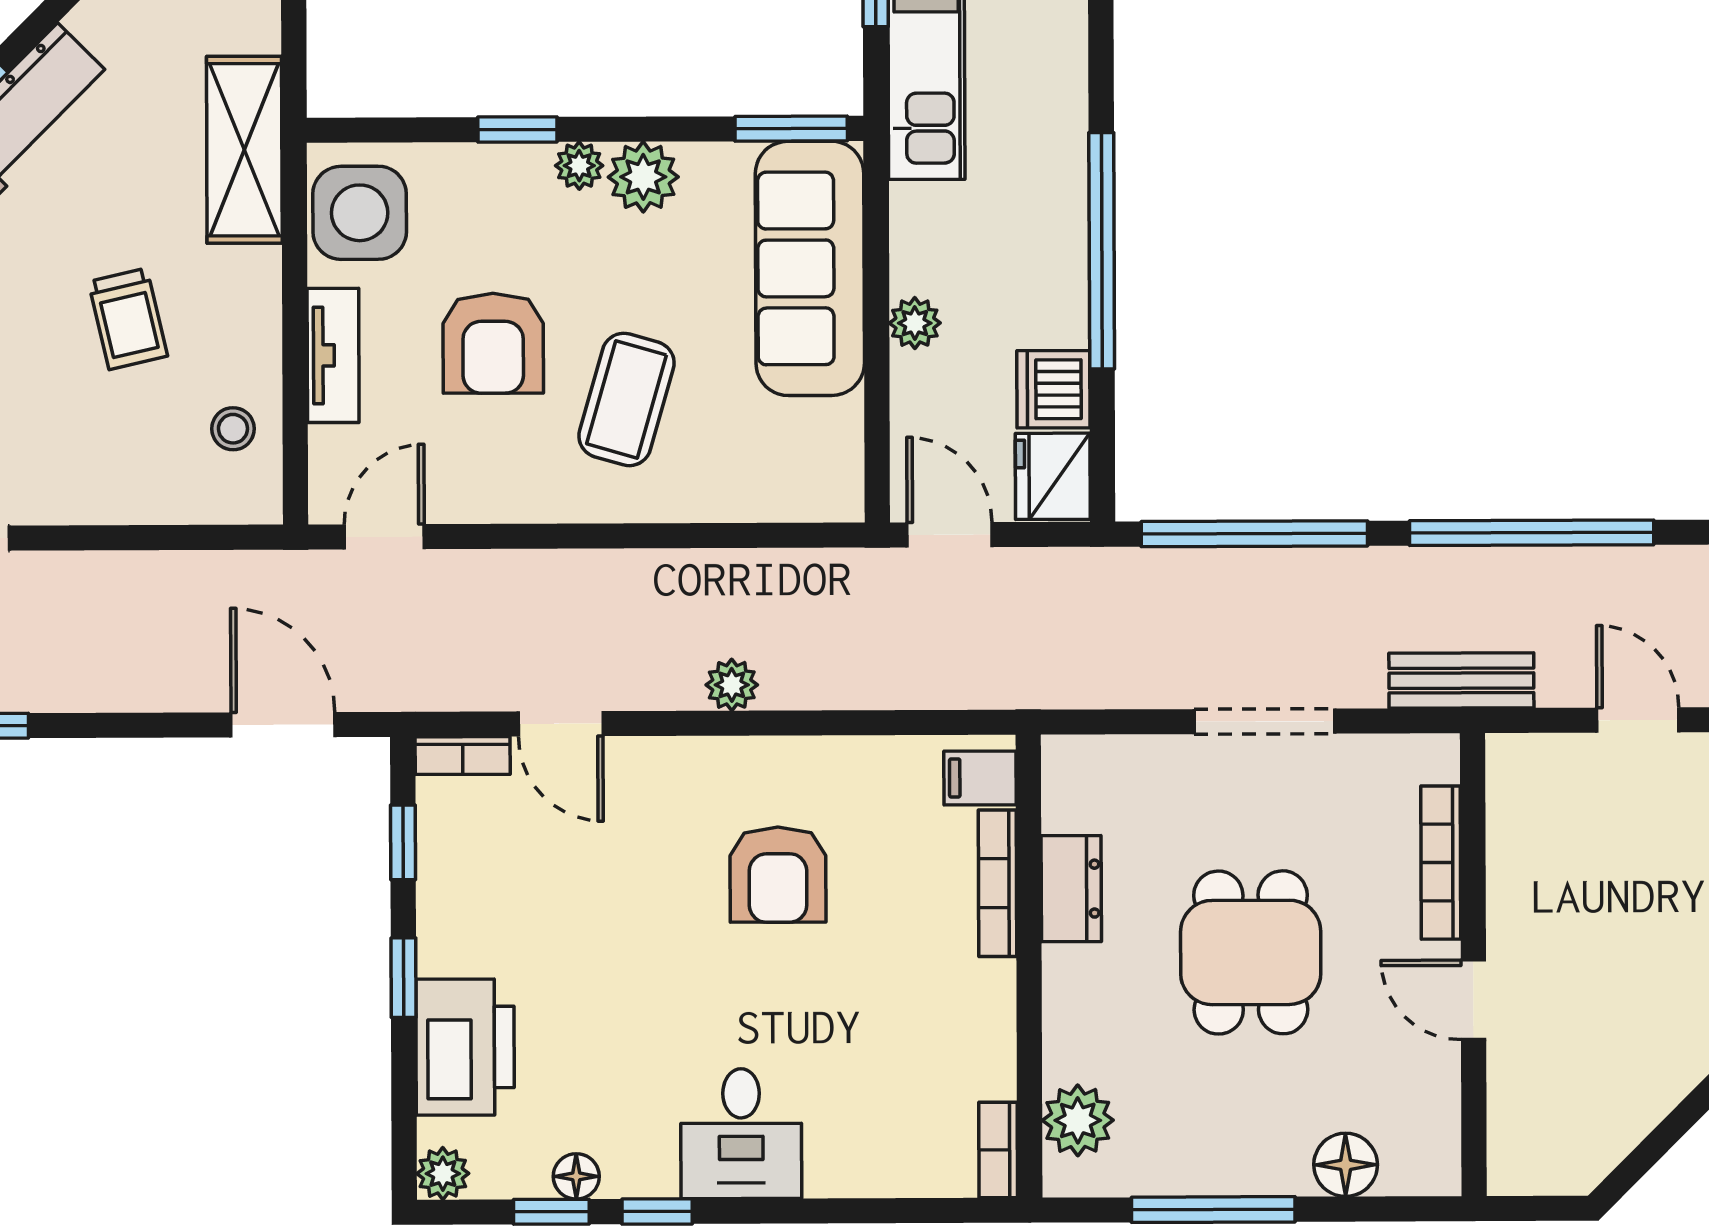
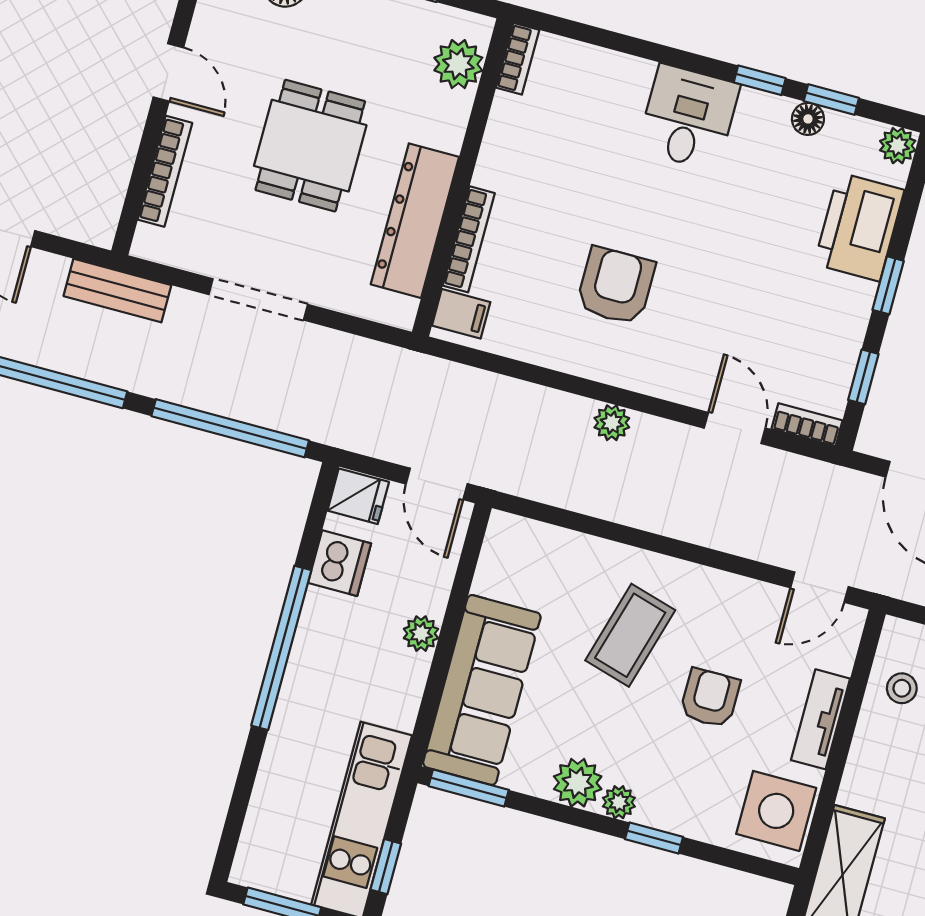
armchair: (493, 343) -> (710, 698), width x0.72, depth x0.72
fridge: (1053, 476) -> (358, 496), width x0.72
dresser: (1071, 889) -> (415, 221), width x1.96, depth x1.24

